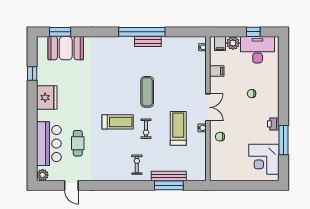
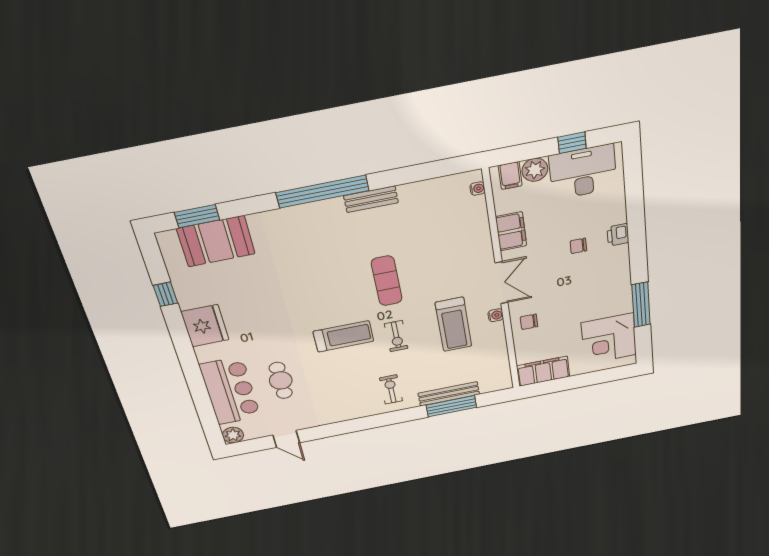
window: (142, 32) -> (323, 192), moved
filing cabinet: (217, 71) -> (511, 231), width x2.00
printer: (273, 124) -> (618, 235), moved
treadmill: (178, 128) -> (454, 324), turned 180
filing cabinet: (224, 173) -> (543, 371), added

